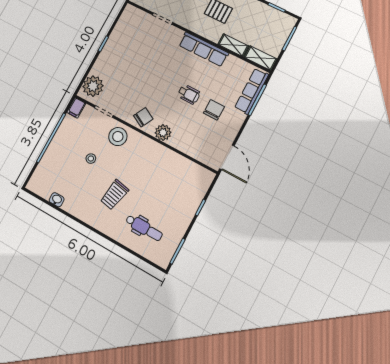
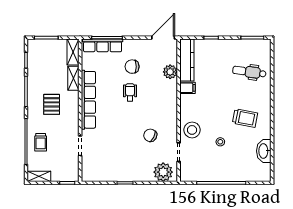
row of seats: (204, 49) -> (88, 100), width x1.36
filing cabinet: (76, 108) -> (187, 88), moved
chair: (143, 117) -> (150, 135), moved
plant: (163, 133) -> (170, 72), moved
kitchen counter: (191, 169) -> (187, 60), added
trolley: (114, 195) -> (245, 118), moved
washbasin: (57, 200) -> (264, 151), width x1.91, depth x1.45
dental chair: (144, 228) -> (249, 72), turned -82

